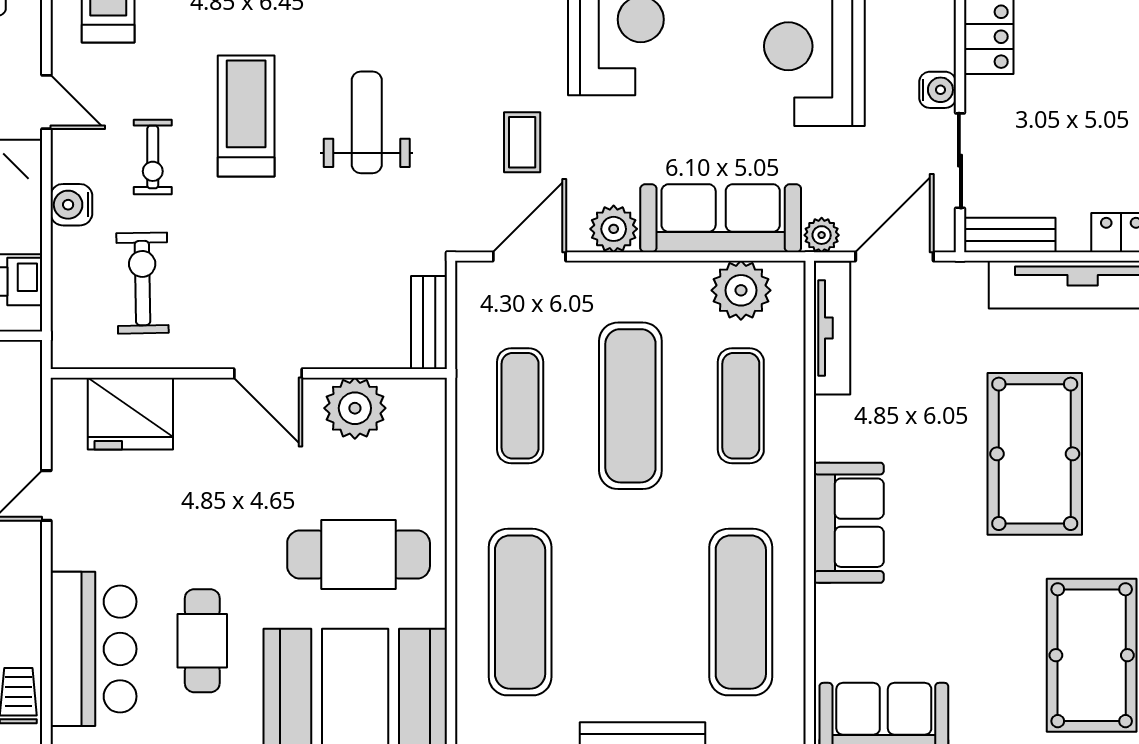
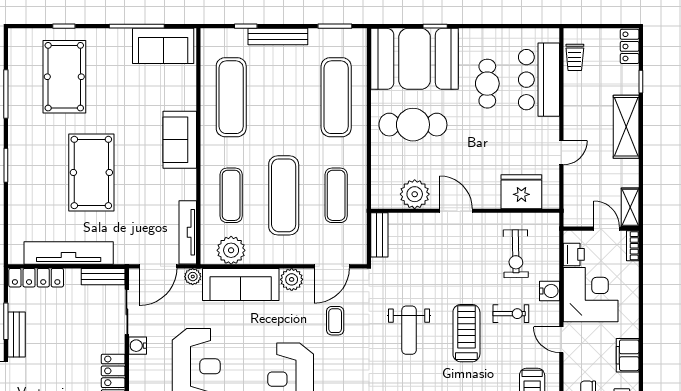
treadmill: (246, 116) -> (466, 333), turned 180
exercise bike: (153, 157) -> (511, 314), turned 90

